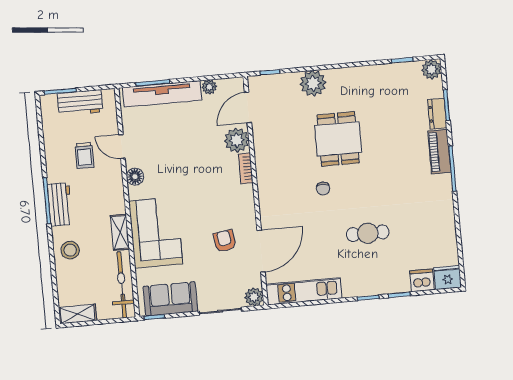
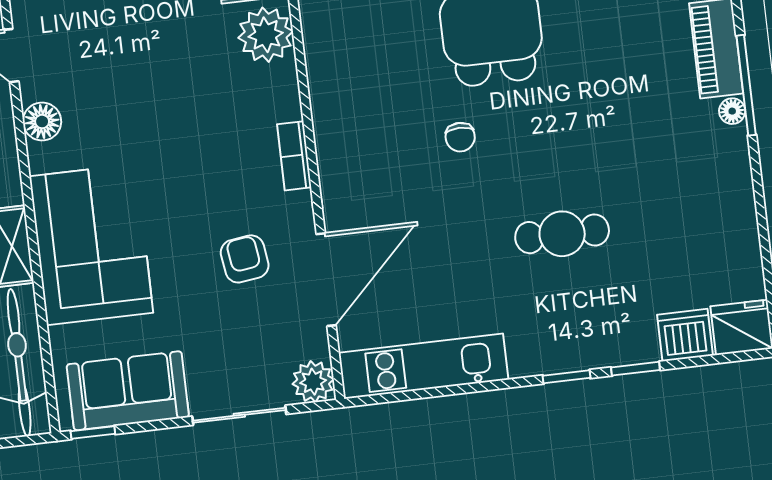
bookcase: (246, 168) -> (294, 156), moved
floor lamp: (446, 180) -> (732, 111), added

